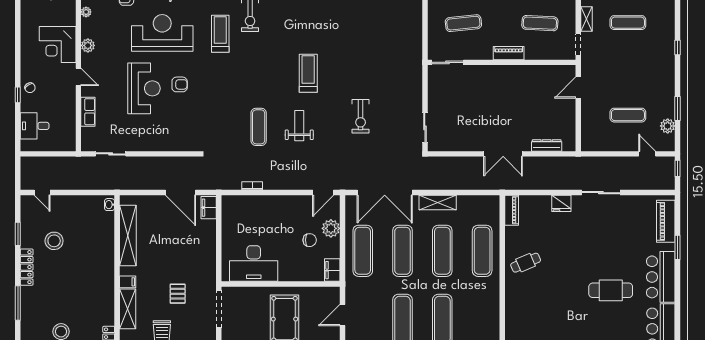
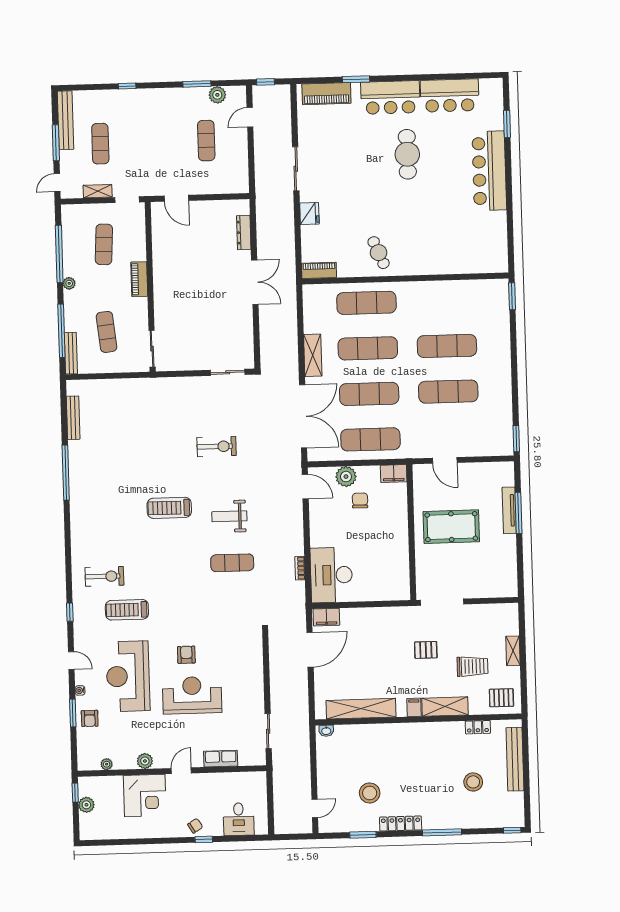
desk: (254, 264) -> (331, 575), moved, turned 180

